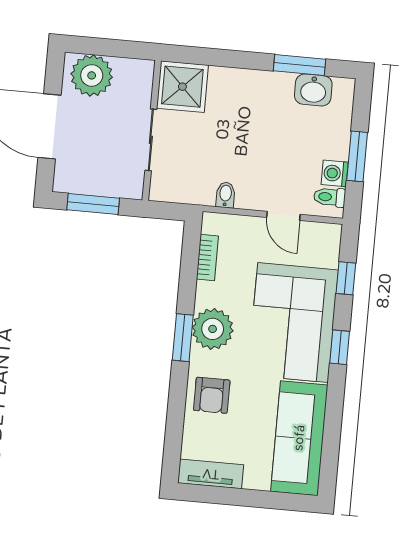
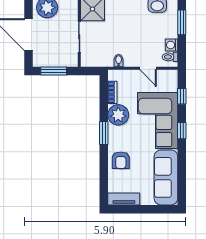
window: (357, 156) -> (182, 22), moved
plant: (213, 329) -> (118, 115), moved

